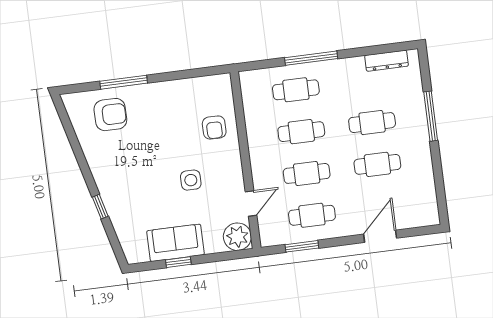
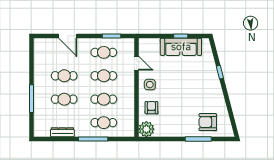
dresser: (387, 61) -> (62, 132), moved
side table: (191, 180) -> (150, 85), moved
door: (251, 204) -> (137, 63), swing flipped
door: (380, 236) -> (68, 36), hinge flipped
plant: (237, 237) -> (146, 129), moved
sofa: (175, 243) -> (181, 47), width x1.36

